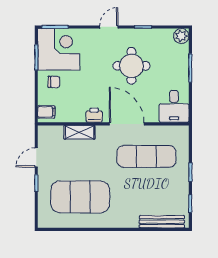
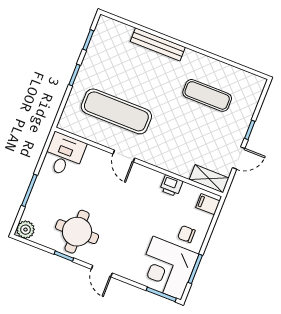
door: (109, 27) -> (102, 271), hinge flipped
round table: (131, 66) -> (77, 232), moved
printer: (94, 115) -> (171, 186), moved
door: (127, 124) -> (124, 156), width x0.53
shelving: (79, 132) -> (209, 179), moved
exercise mat: (80, 197) -> (207, 95), width x0.50, depth x0.69
bench: (162, 222) -> (158, 44), moved

